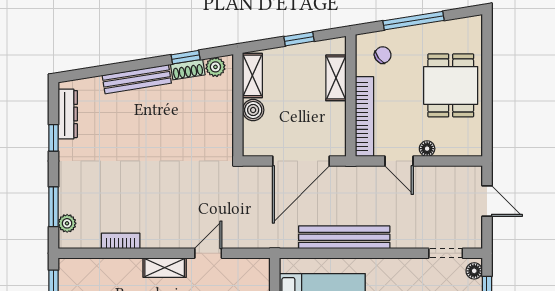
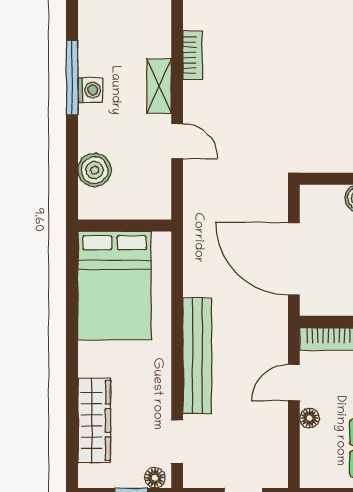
bench: (344, 237) -> (197, 356), moved
bookcase: (121, 241) -> (193, 55), moved

